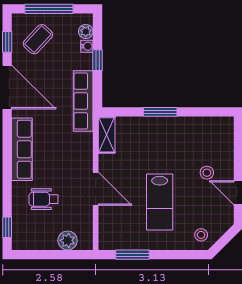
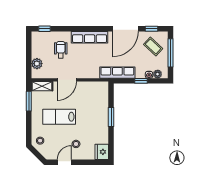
fridge: (221, 128) -> (102, 152), added
shelving: (107, 135) -> (42, 86), moved

